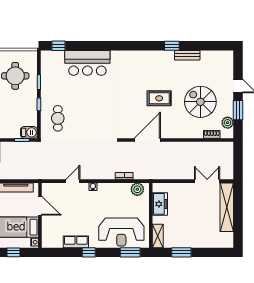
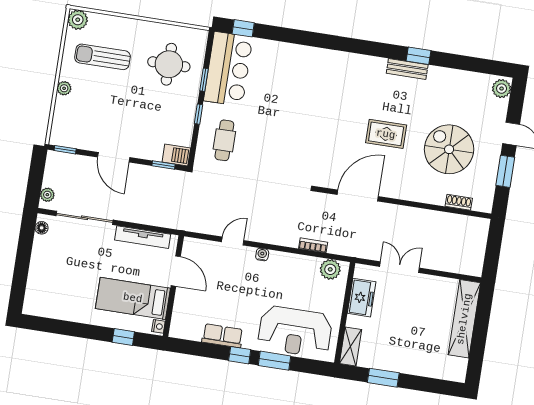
bench: (187, 55) -> (407, 69), moved
bar counter: (87, 63) -> (228, 69), moved, turned -90
plant: (228, 123) -> (502, 89), moved
double door: (207, 181) -> (399, 267), moved
window: (130, 252) -> (275, 361), moved

